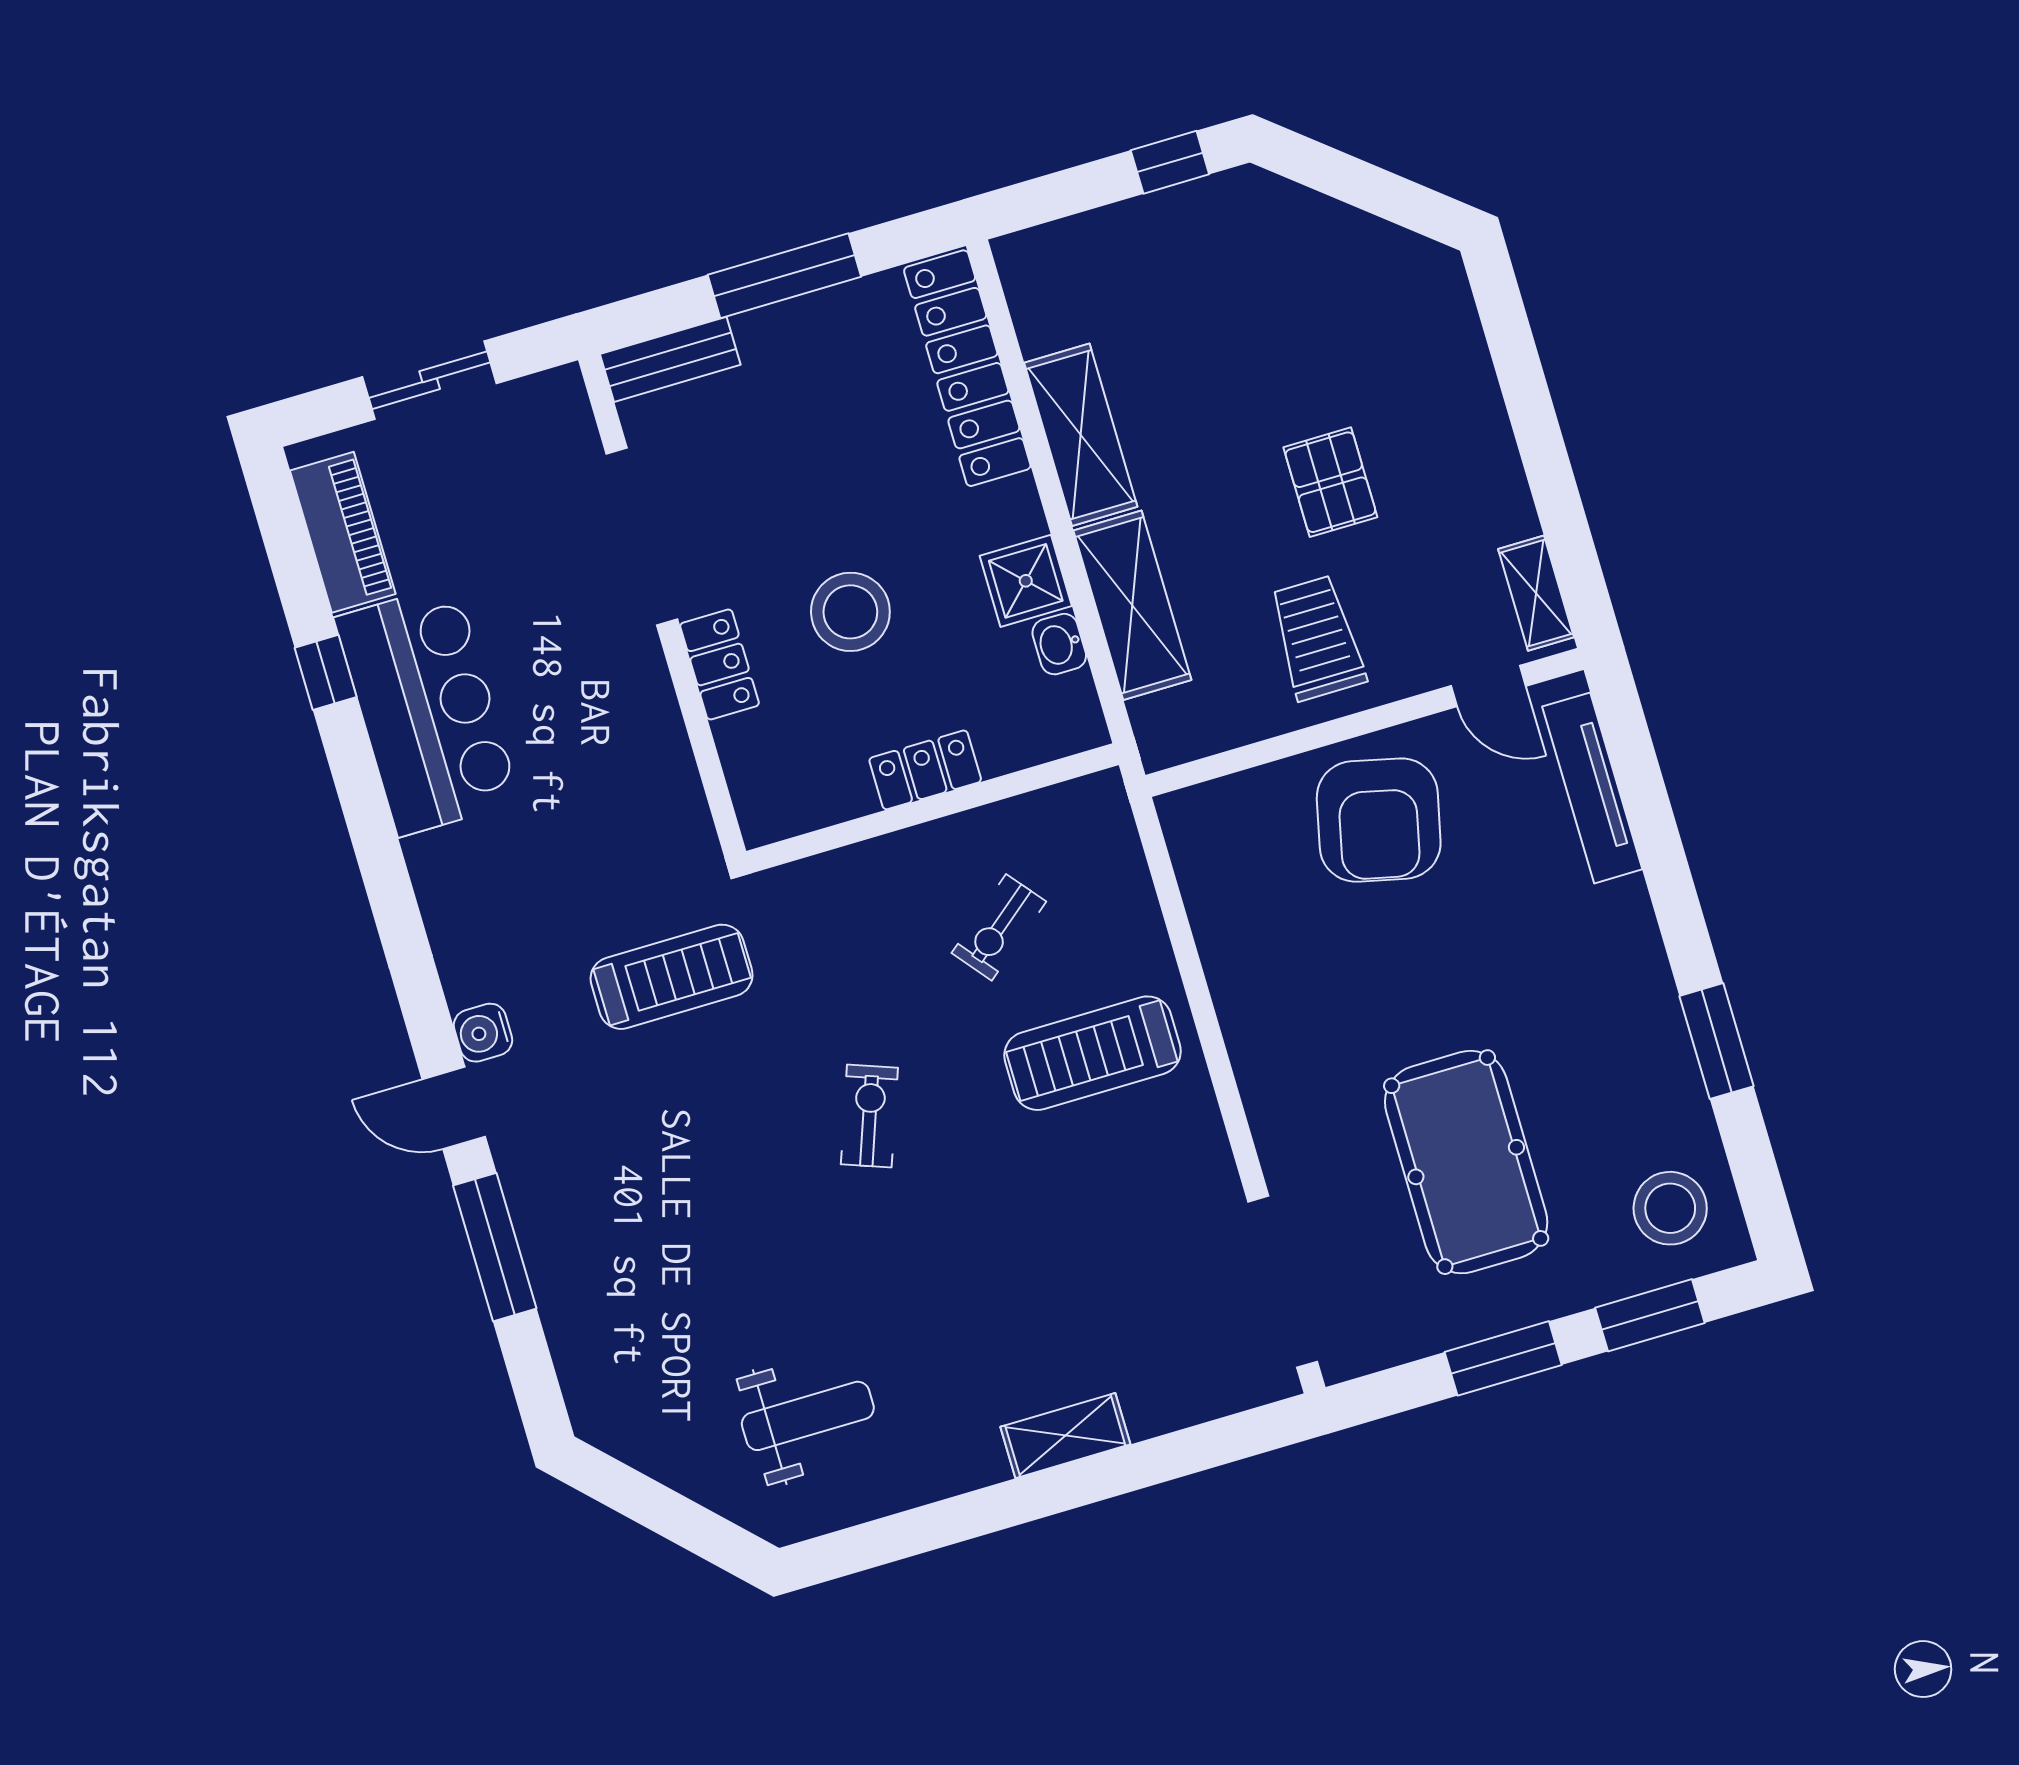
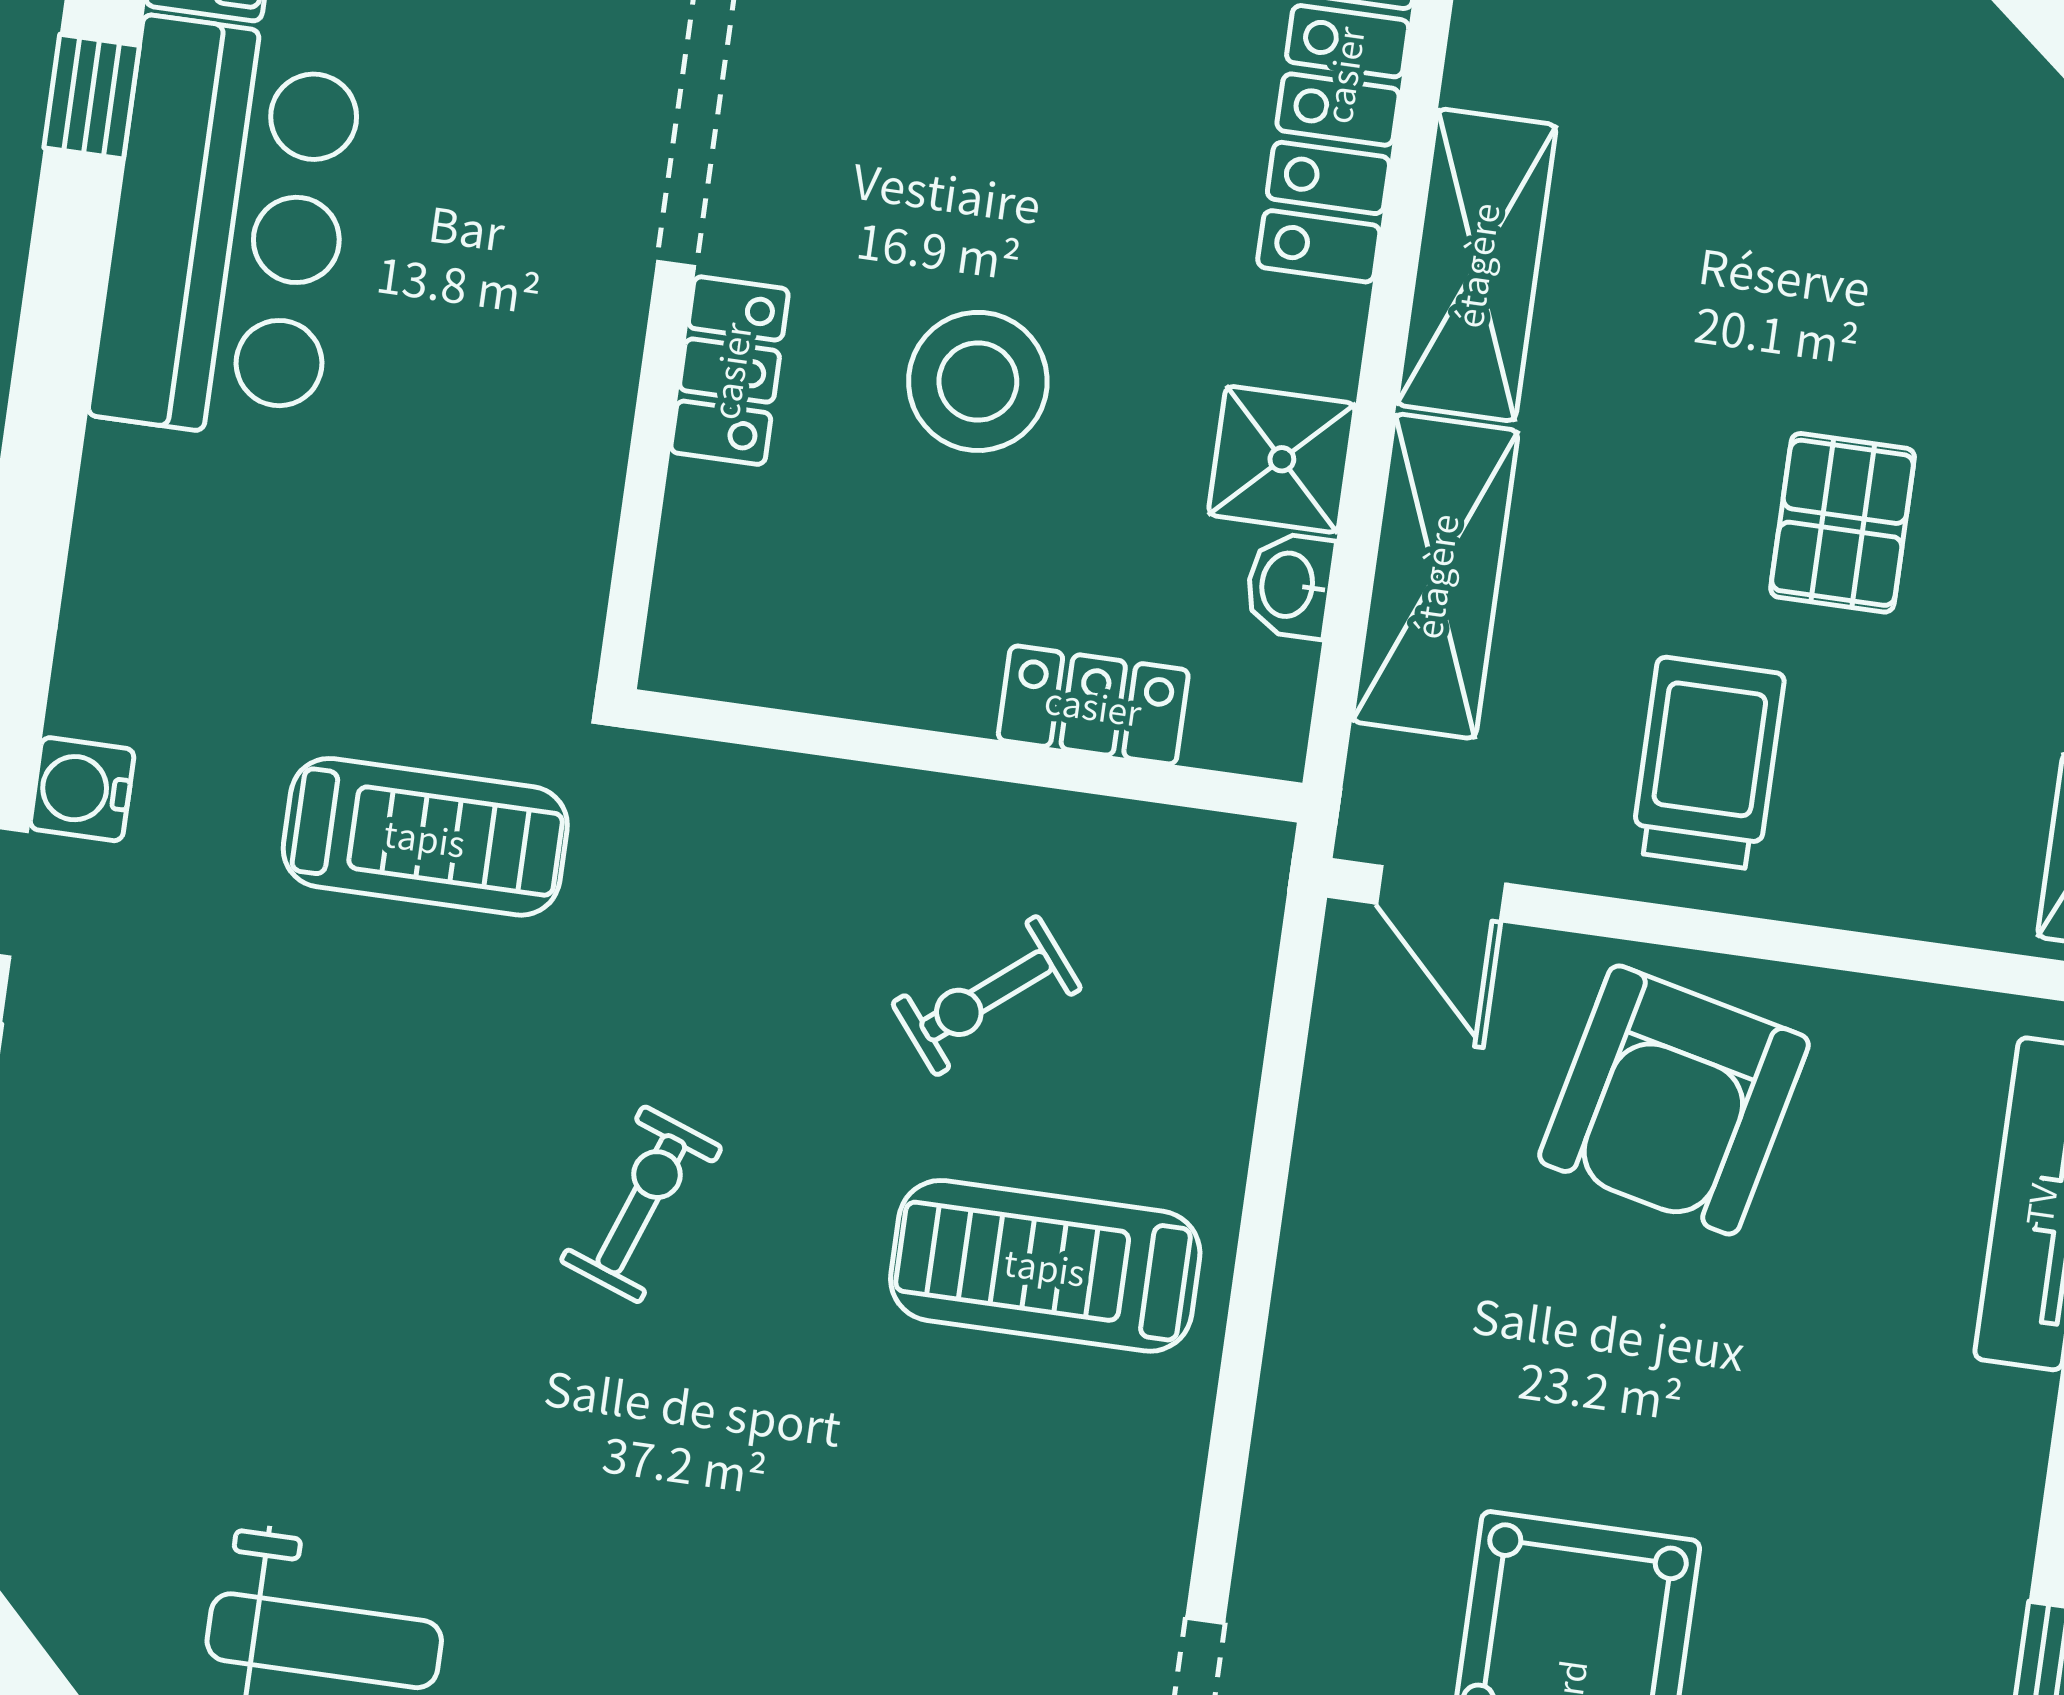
door: (1488, 686) -> (1441, 894), moved
locker: (925, 770) -> (1093, 705), moved

